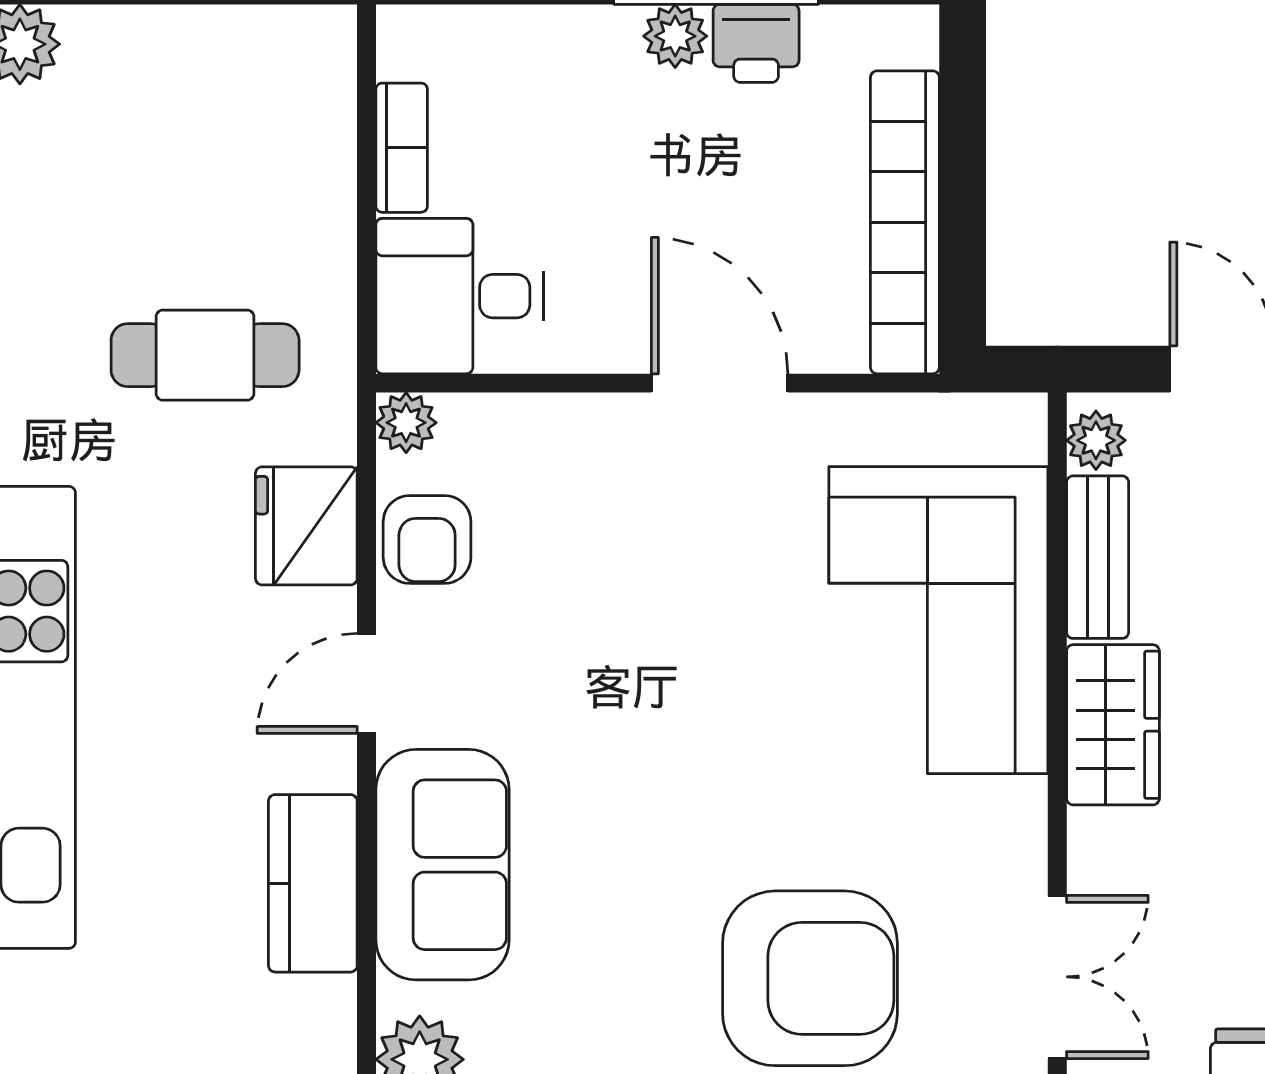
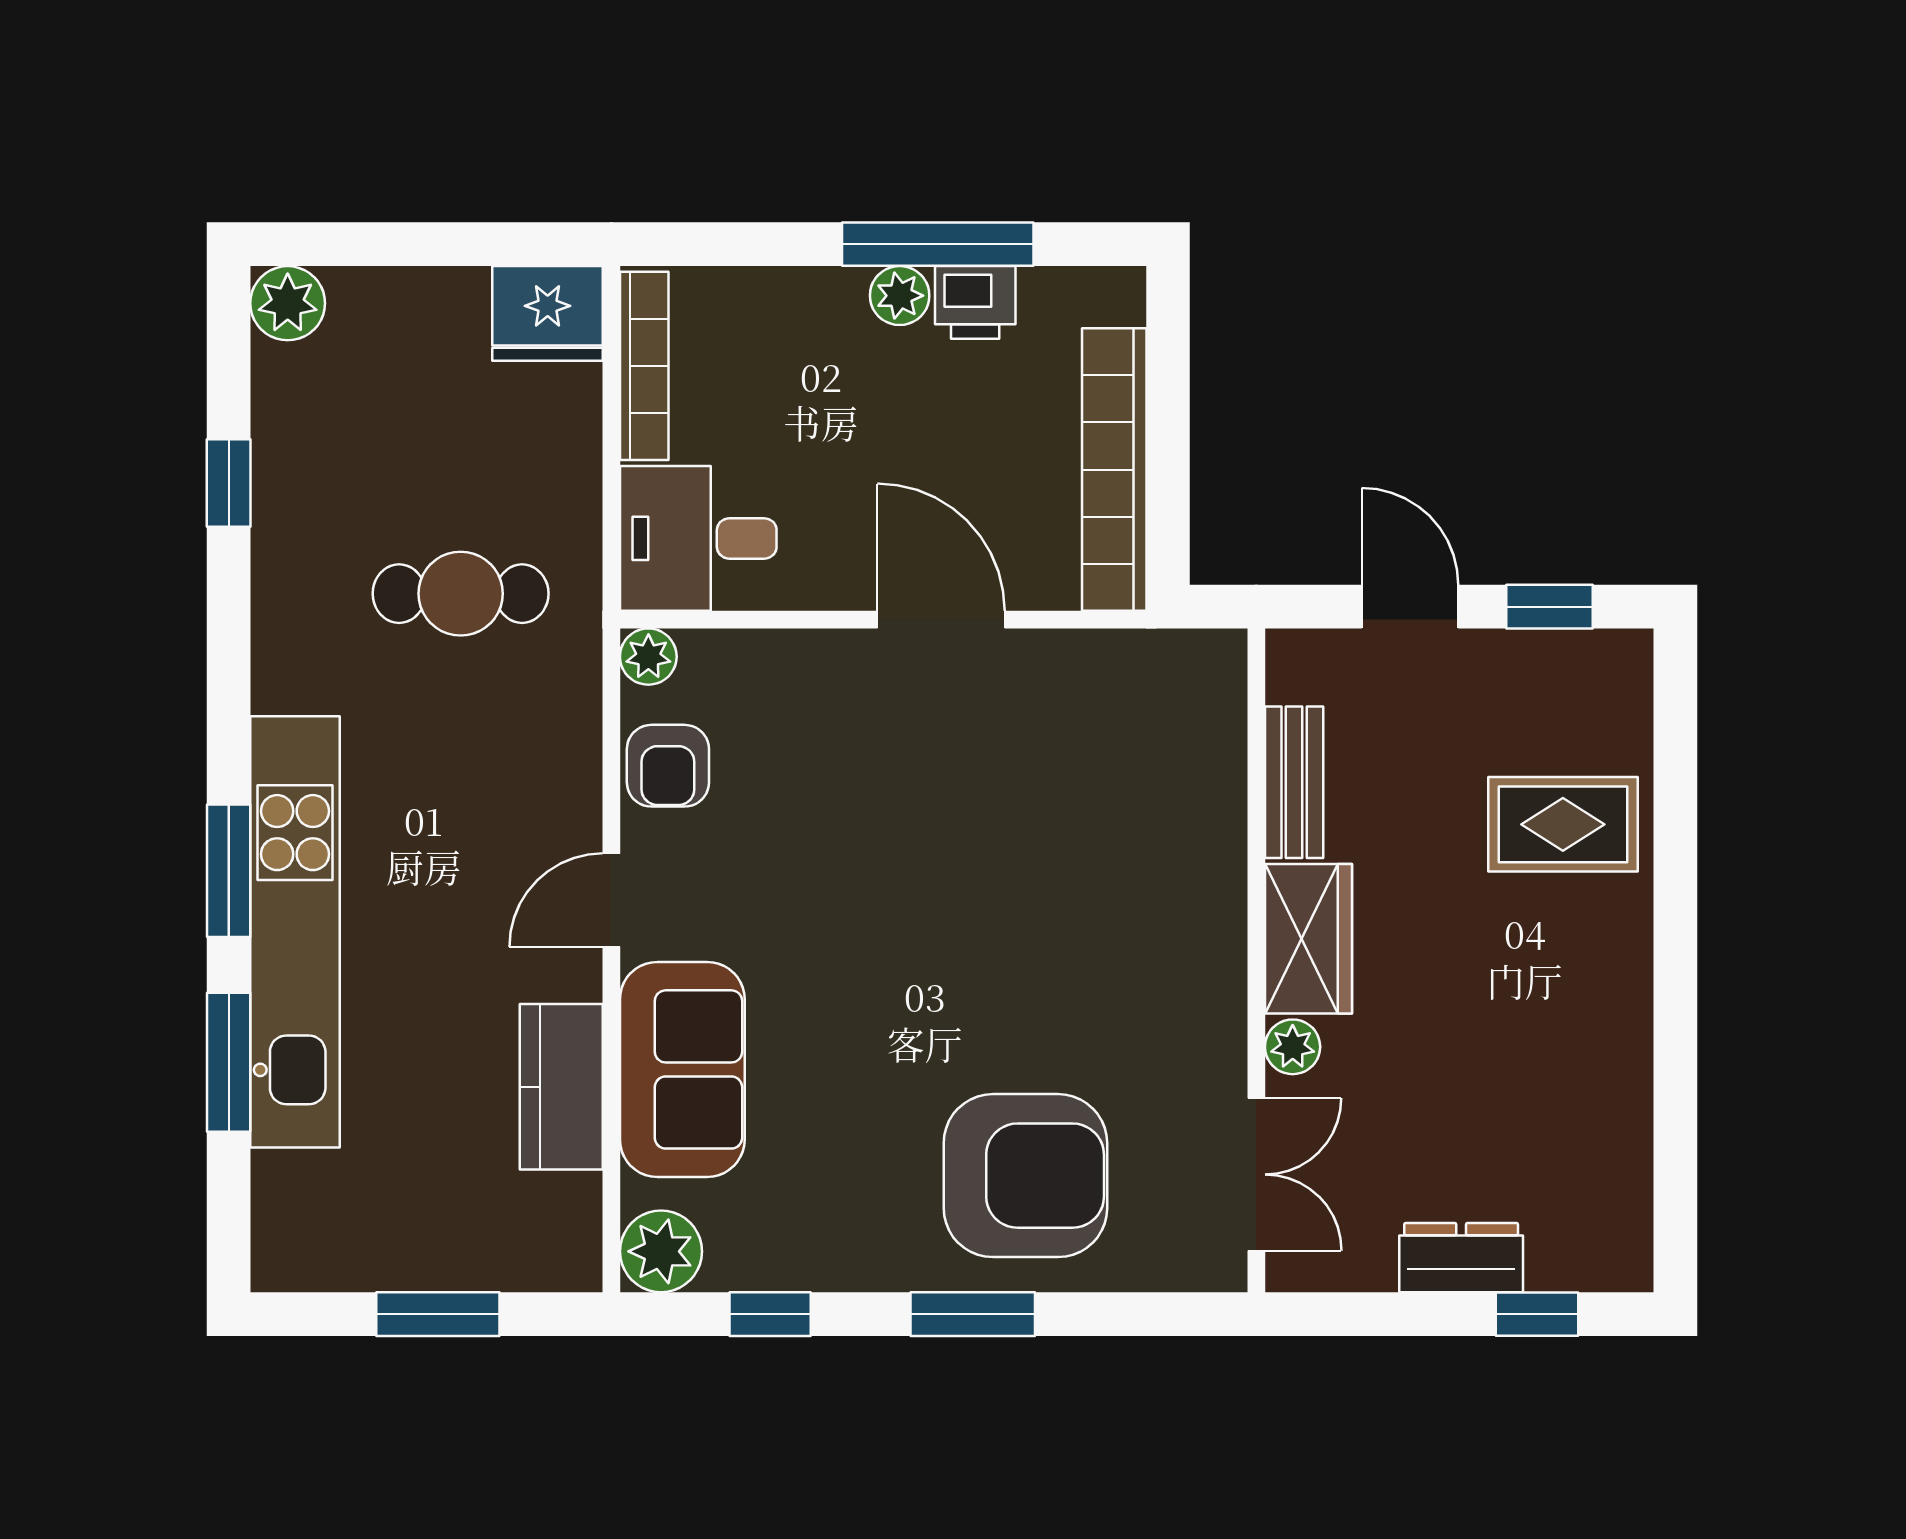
bookcase: (402, 148) -> (644, 366), width x1.56
plant: (1096, 440) -> (1293, 1047), moved
fridge: (306, 526) -> (548, 313), moved, turned -90
corner sofa: (938, 620) -> (1145, 841), removed

